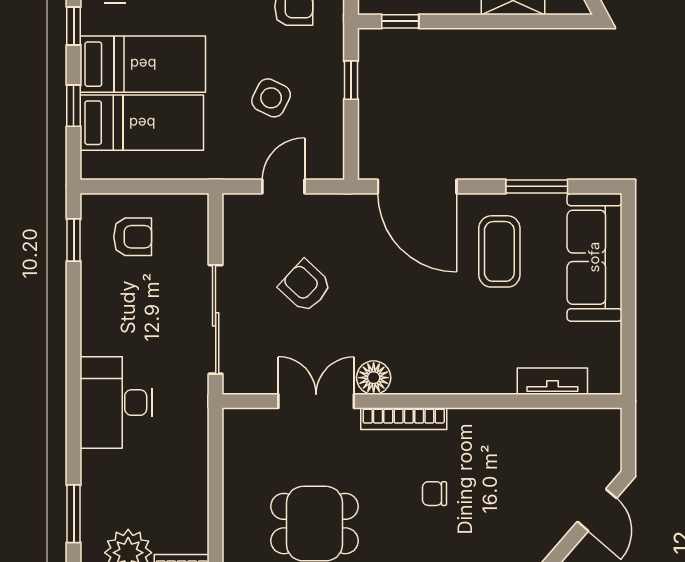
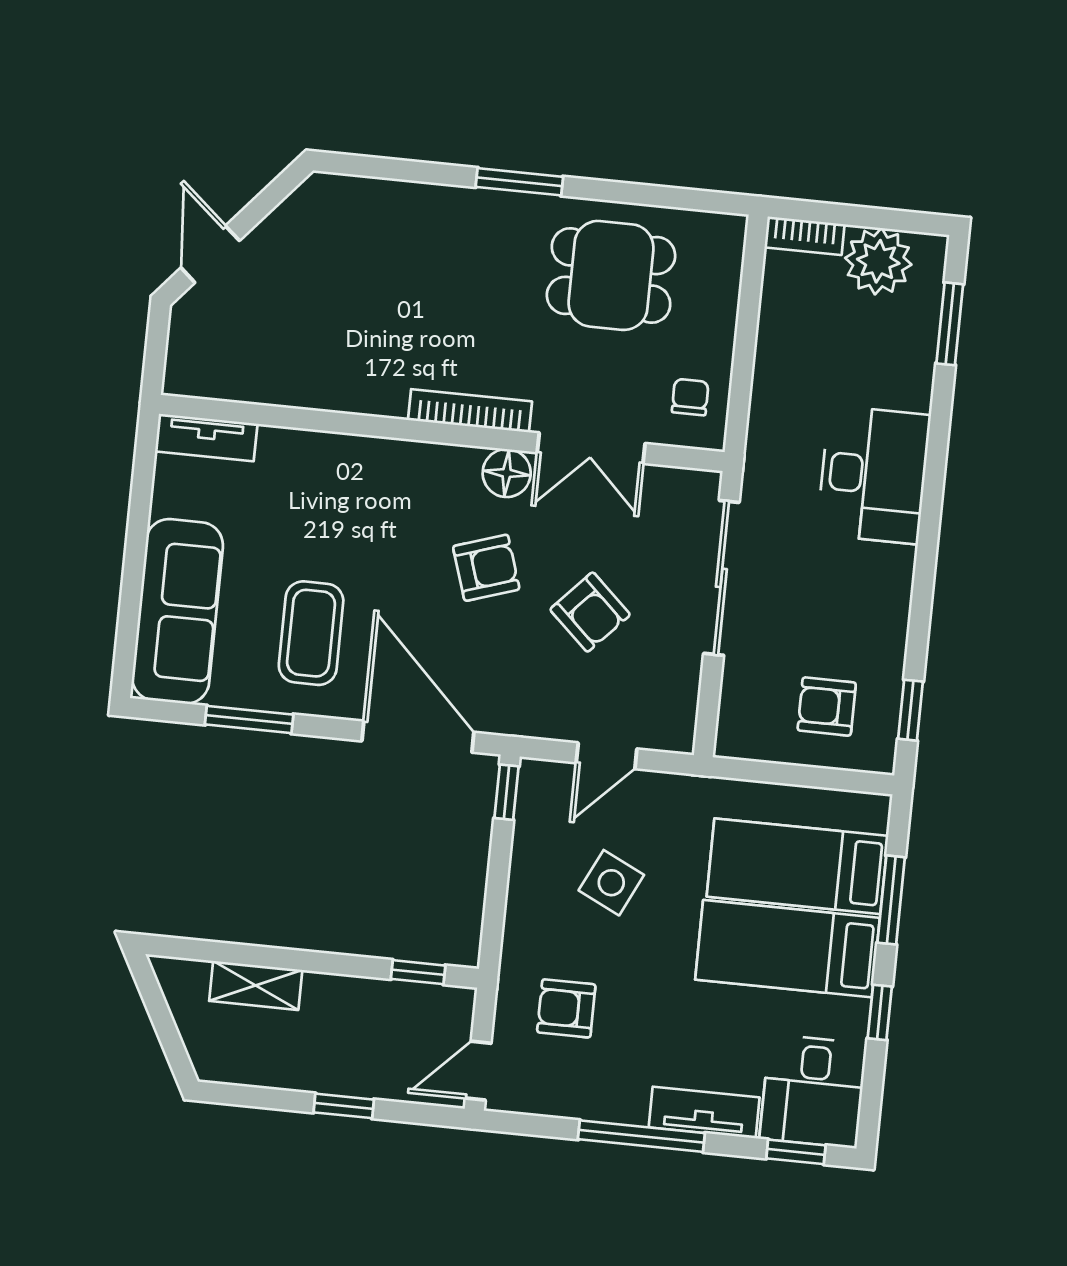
window: (351, 80) -> (507, 792), moved
window: (74, 106) -> (891, 900), width x1.50
armchair: (381, 310) -> (486, 568), added
tv unit: (552, 381) -> (206, 437), moved
chair: (434, 494) -> (690, 397), moved, turned -90

